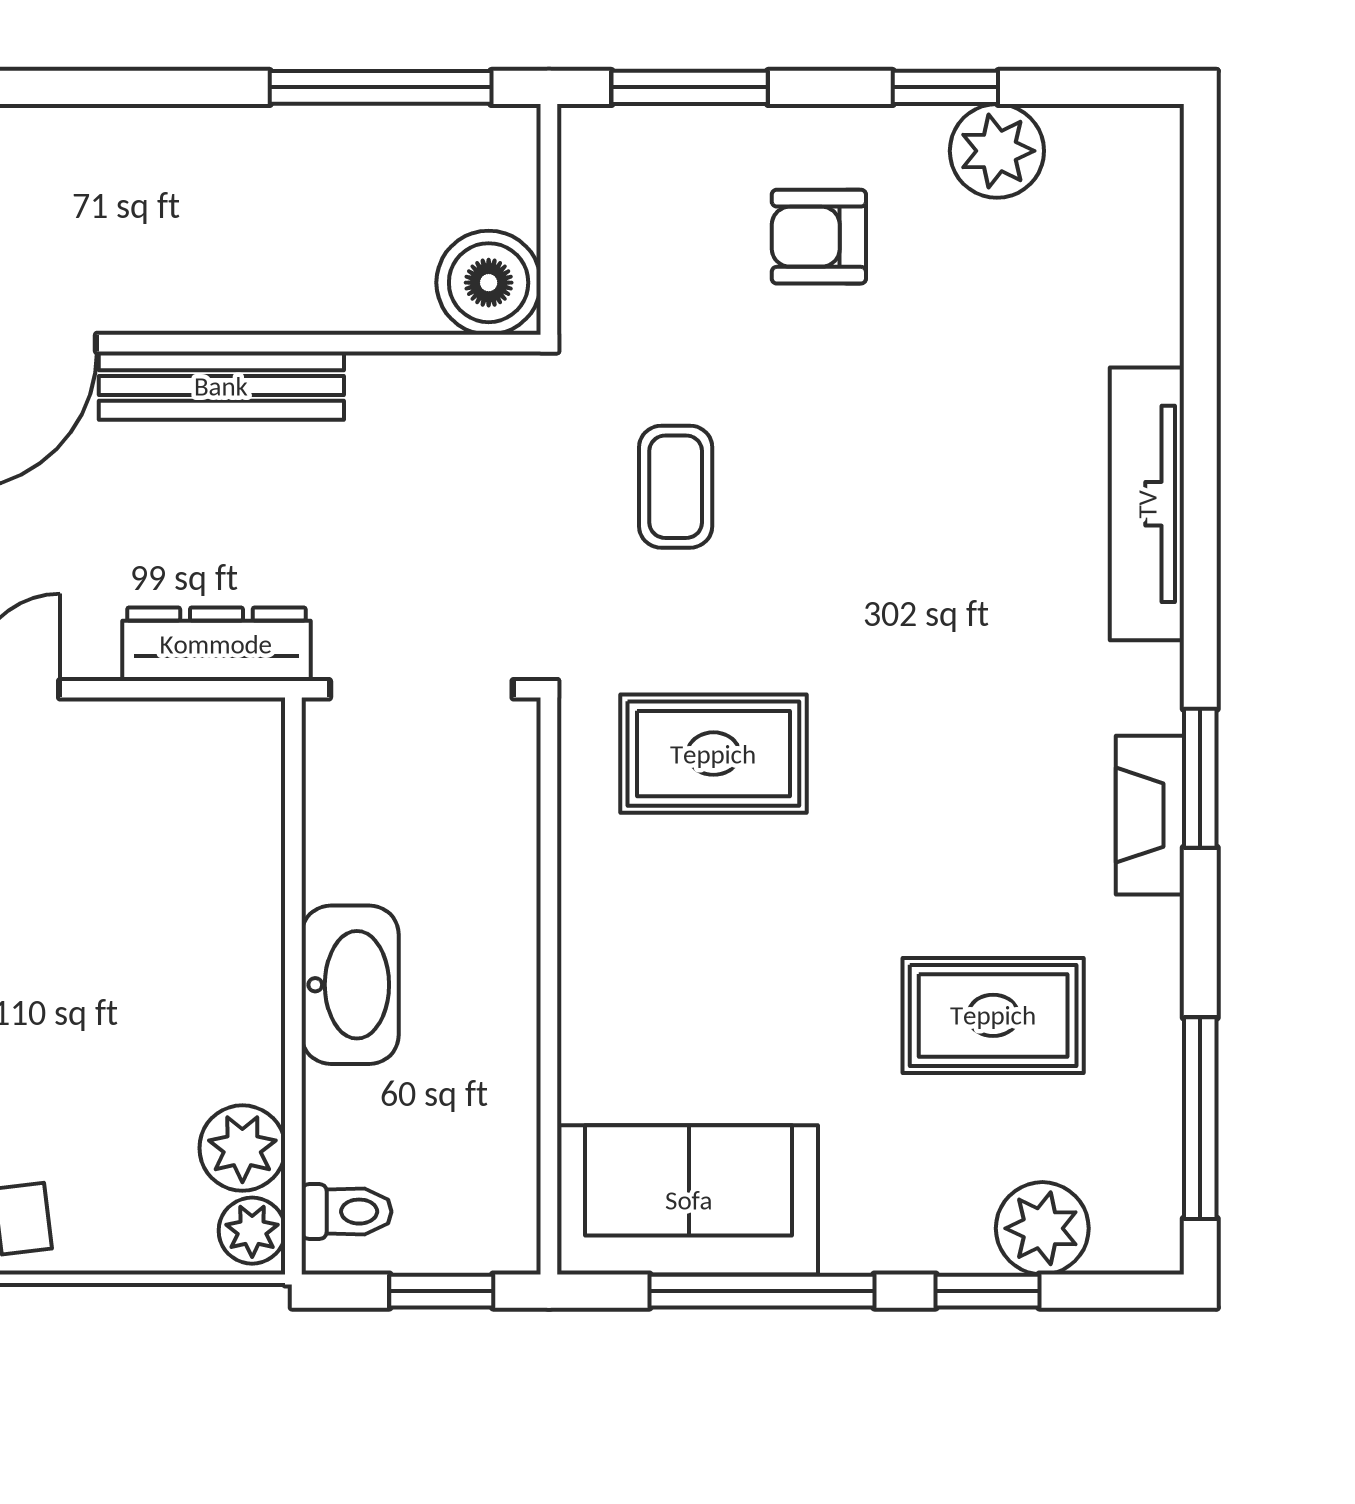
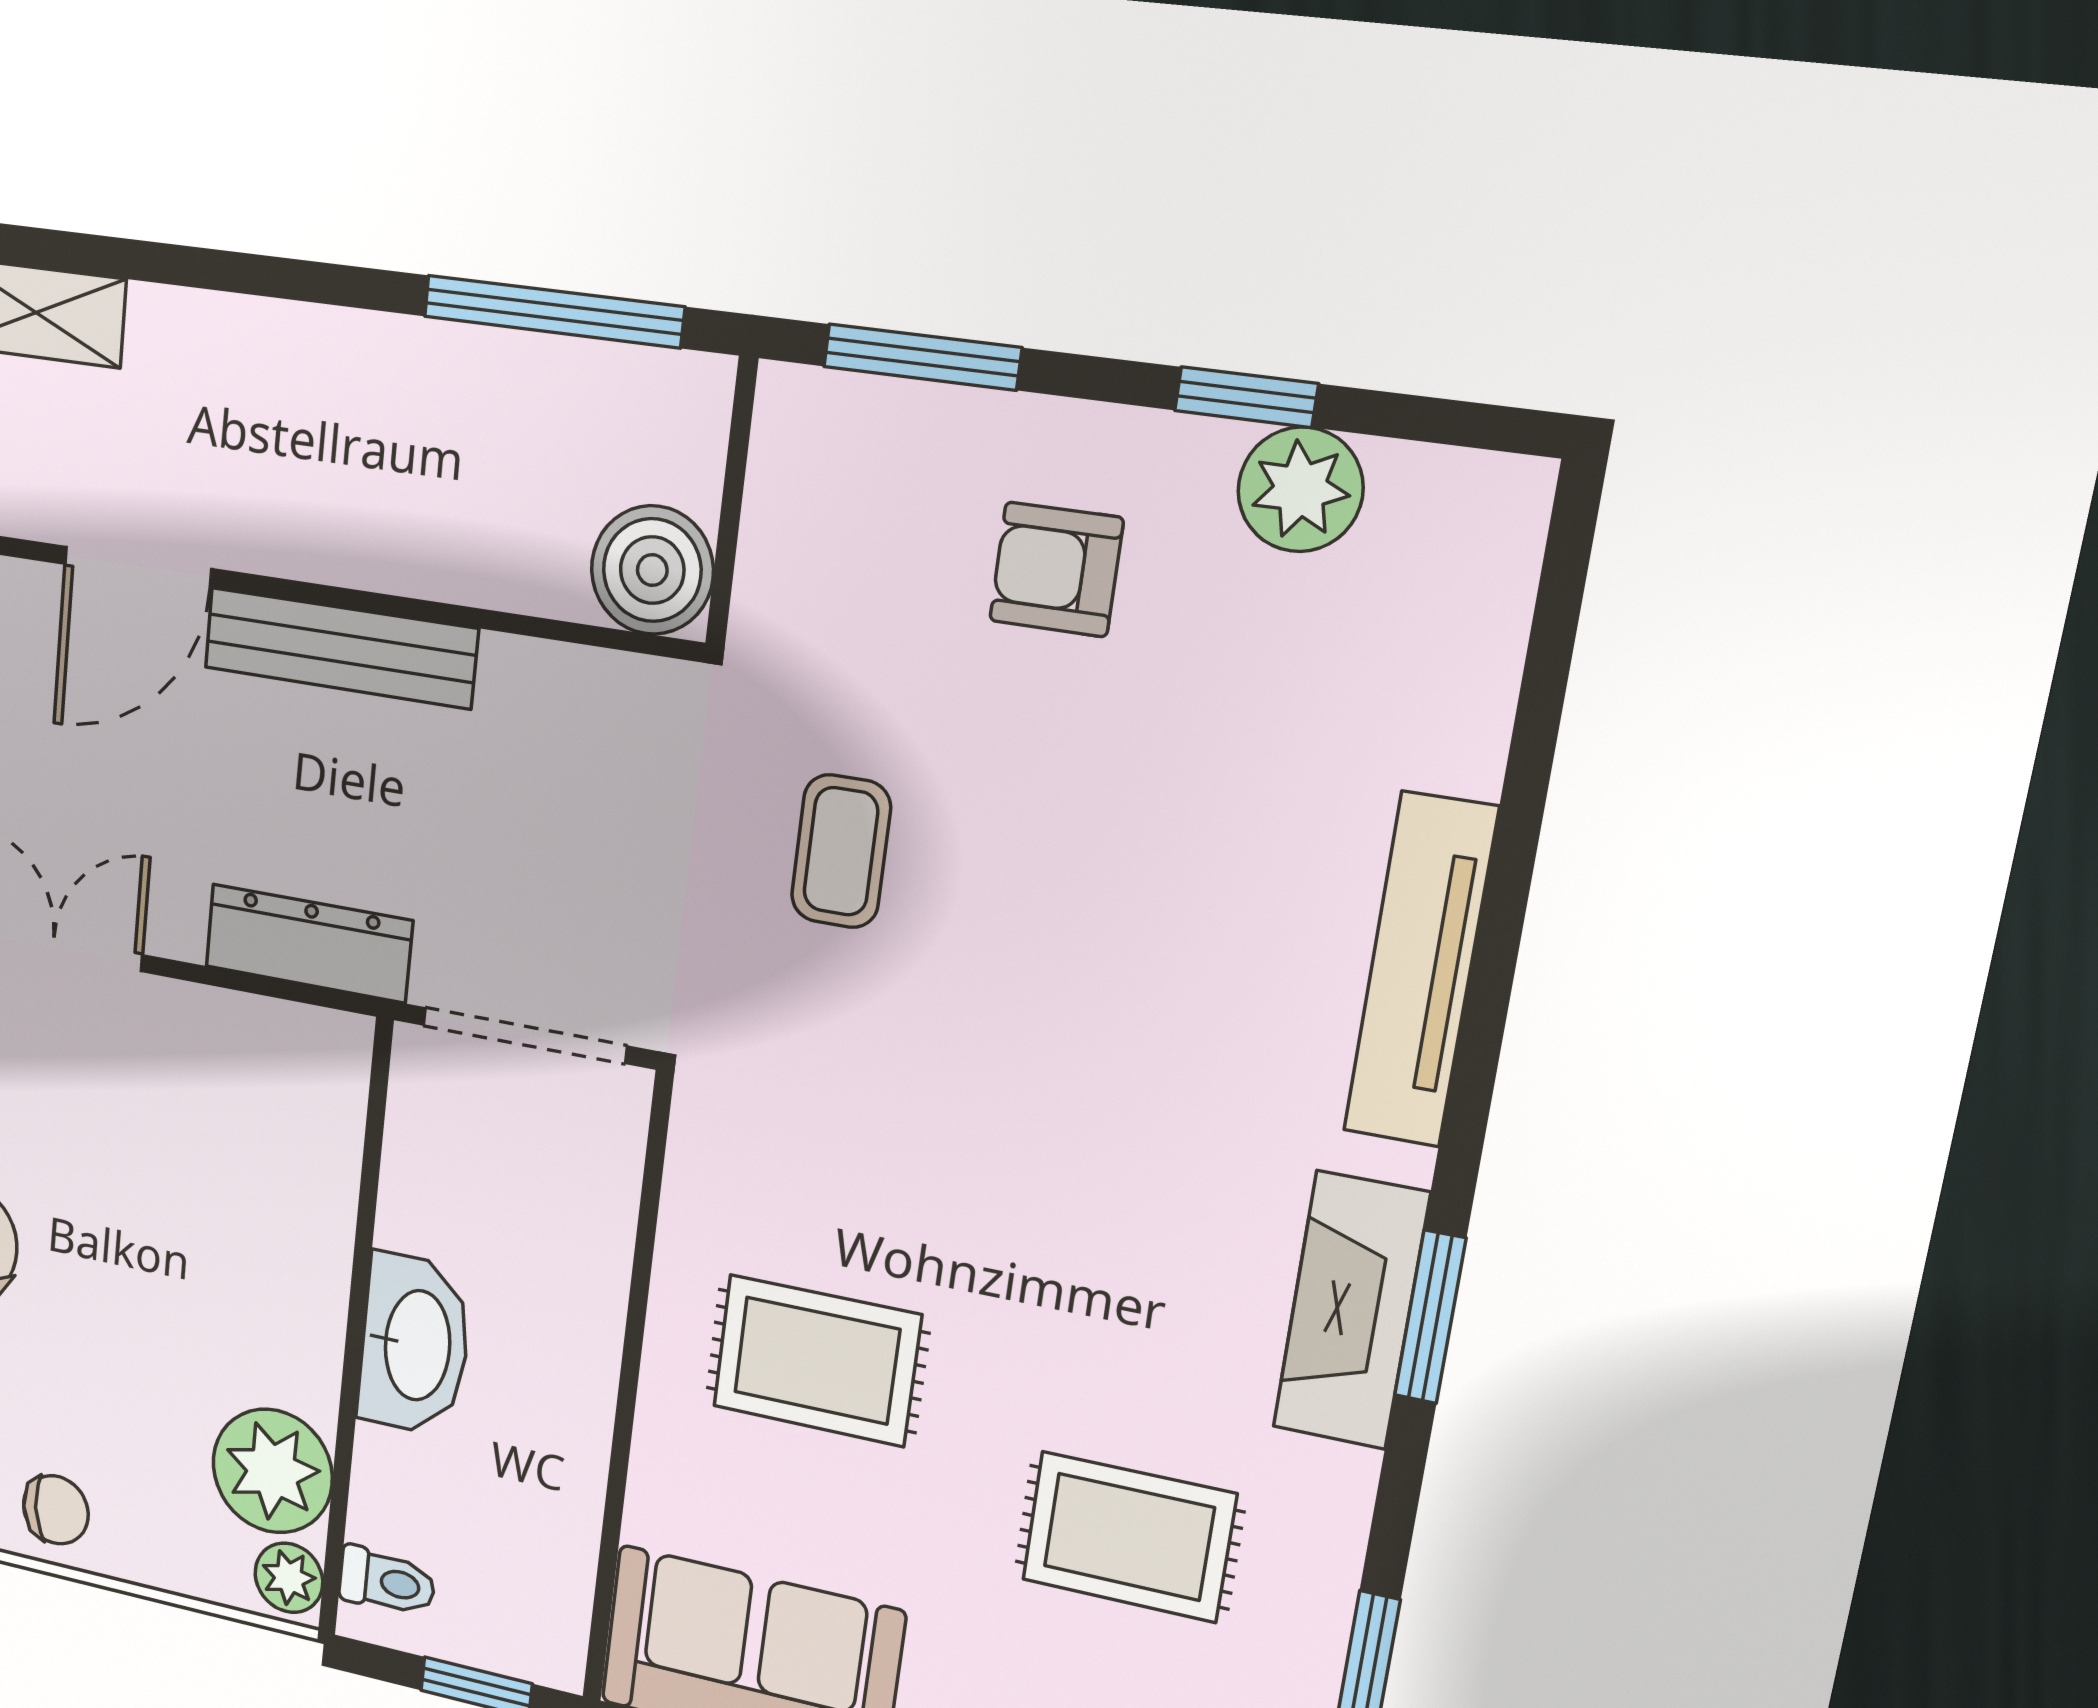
rug: (713, 754) -> (817, 1361), moved
fireplace: (1150, 815) -> (1351, 1311), width x1.37, depth x1.32
plant: (242, 1148) -> (273, 1471), width x1.36, depth x1.36

